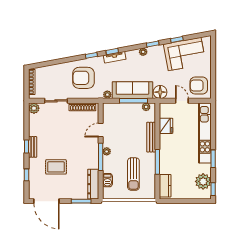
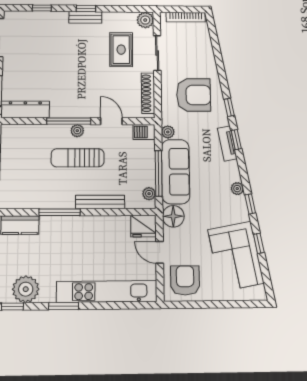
armchair: (83, 78) -> (194, 95), turned 90
door: (182, 101) -> (160, 252), swing flipped
fridge: (166, 126) -> (143, 226), moved
rug: (56, 167) -> (121, 50), moved
sun lounger: (133, 174) -> (78, 158), moved
barbecue: (107, 180) -> (144, 132), moved

